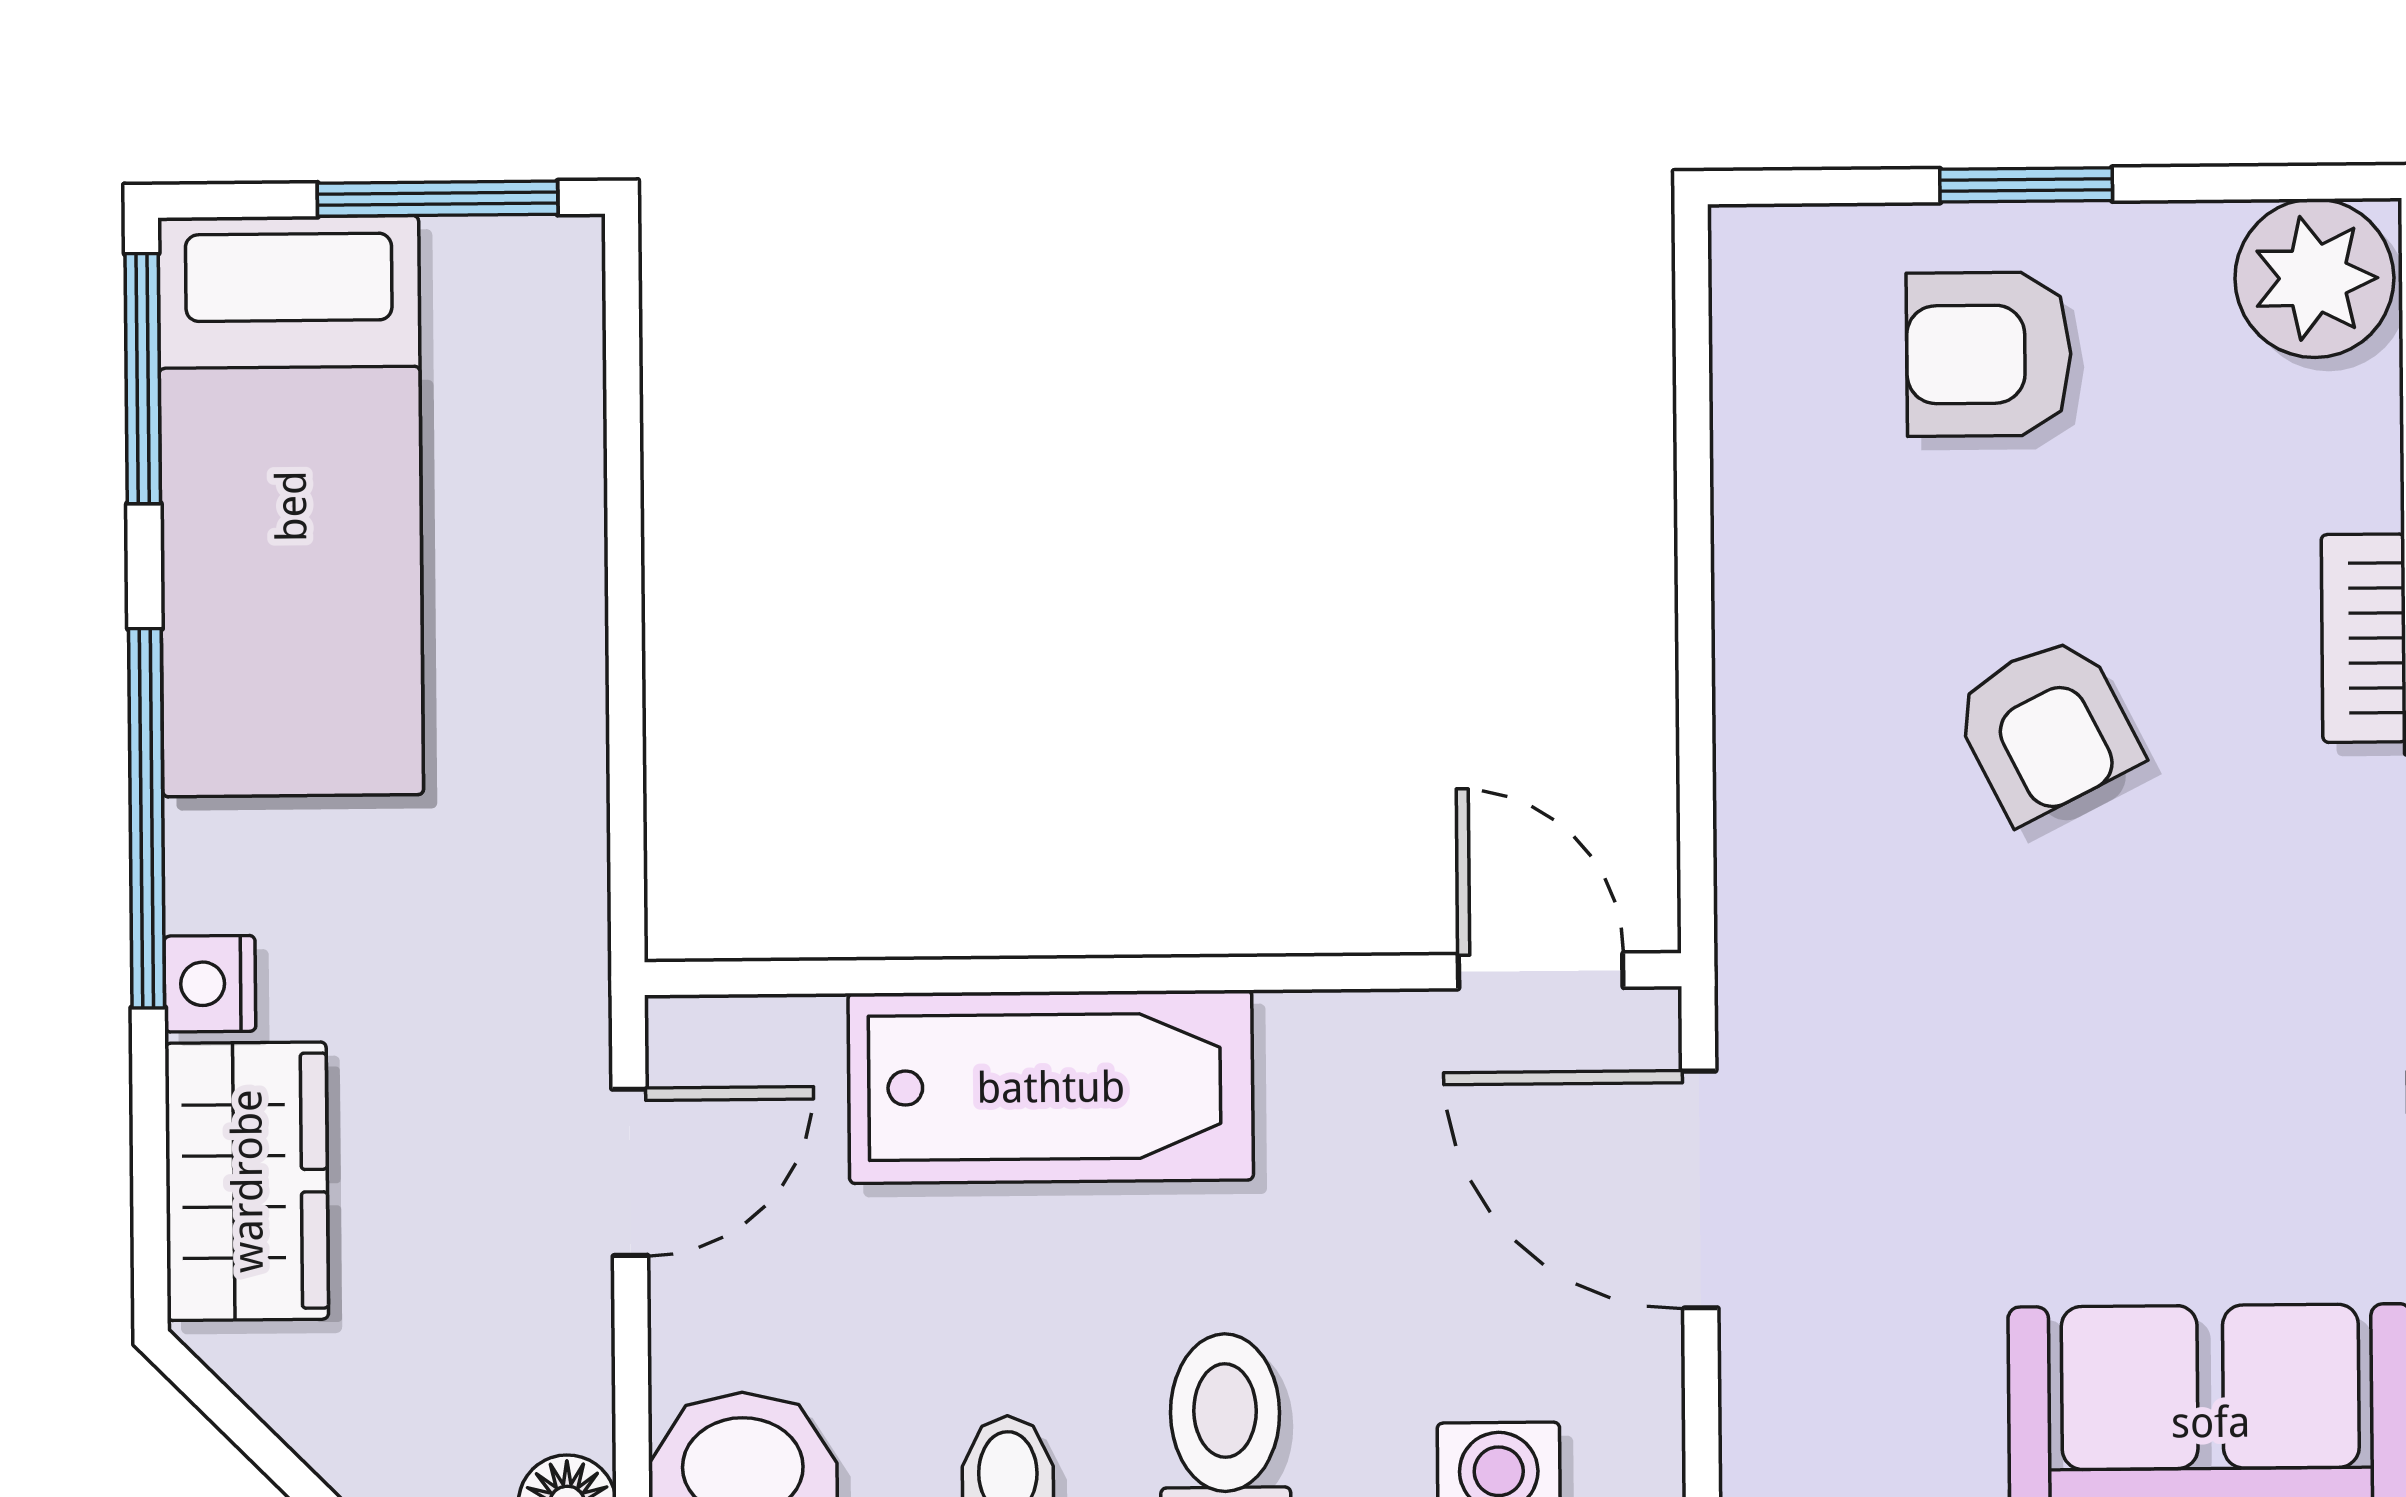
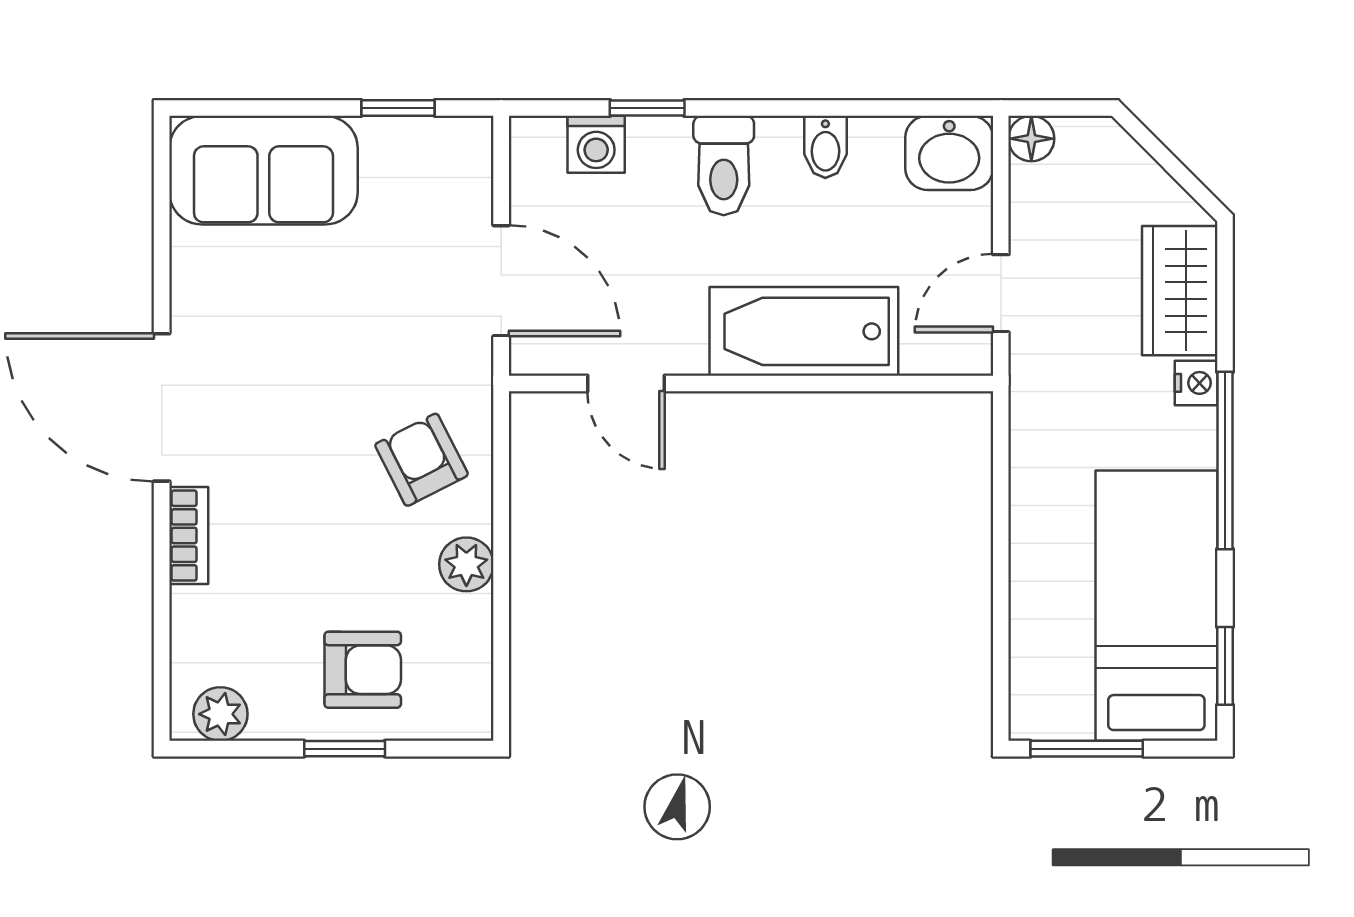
plant: (2314, 278) -> (220, 714), width x0.73, depth x0.73
window: (143, 379) -> (1225, 666), width x0.67
plant: (1769, 582) -> (466, 564), added
armchair: (2046, 728) -> (422, 460), moved
door: (1541, 971) -> (626, 384), moved

